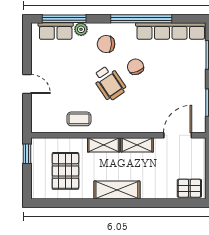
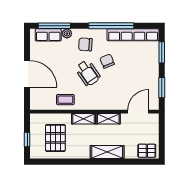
door: (27, 84) -> (27, 74), width x1.88
window: (27, 154) -> (27, 140), moved
shelving: (117, 190) -> (107, 152), moved

